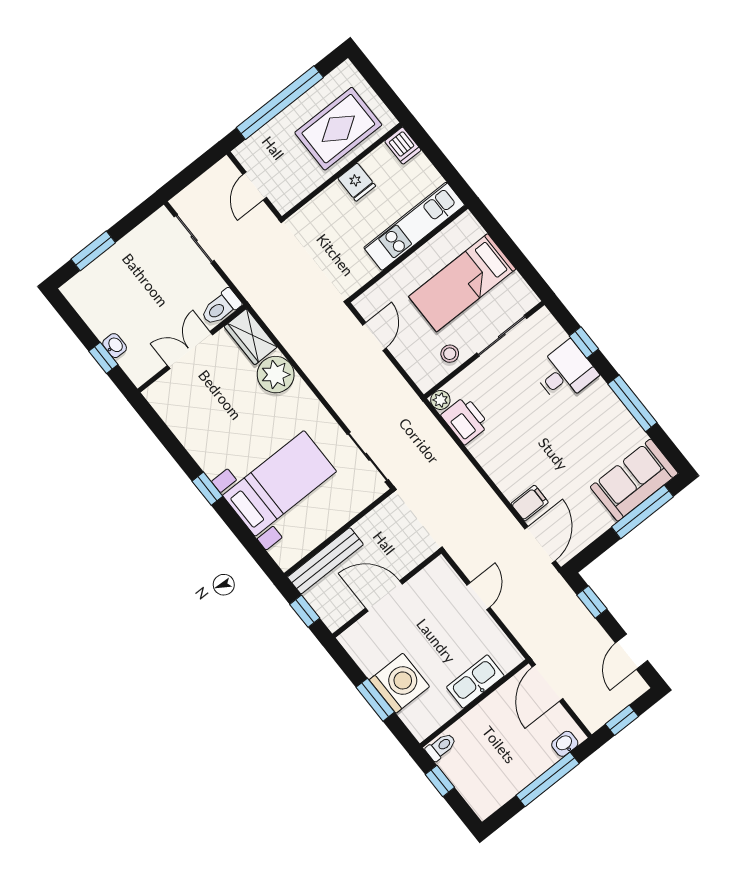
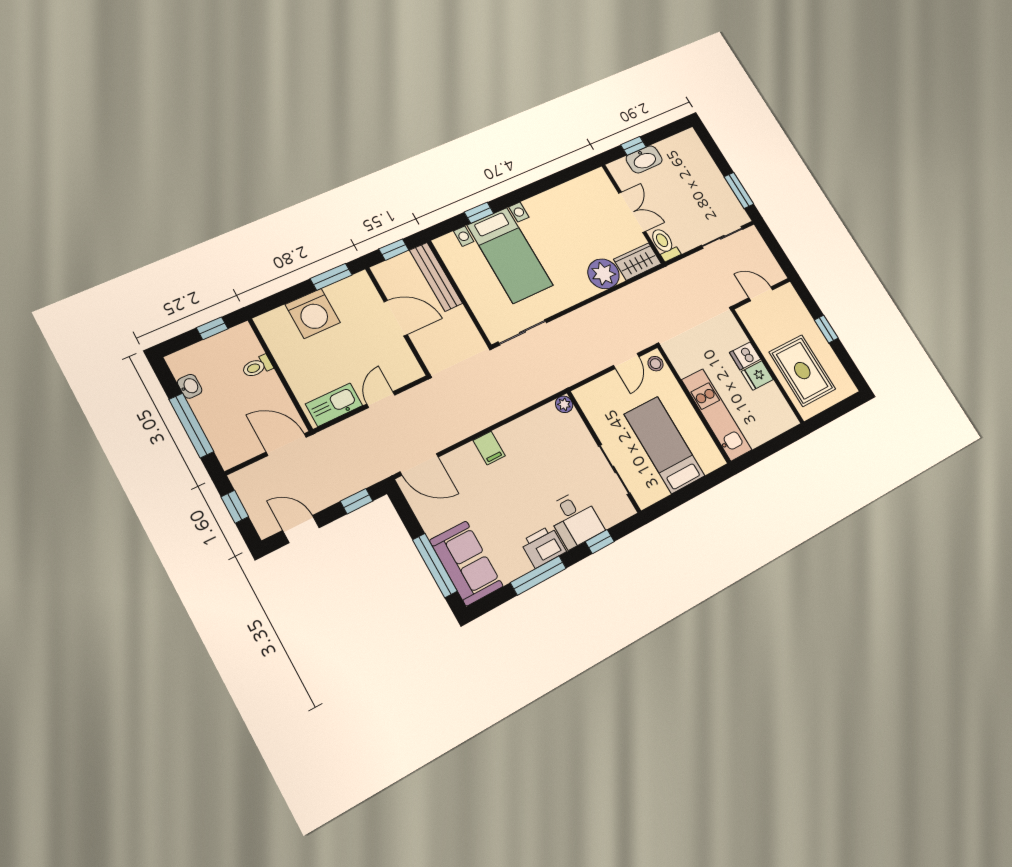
window: (280, 103) -> (826, 329), width x0.32
dishwasher: (403, 146) -> (745, 356), moved
window: (93, 251) -> (739, 190), moved
door: (374, 336) -> (626, 361), hinge flipped
washbasin: (115, 346) -> (644, 159), width x1.91, depth x1.45
stool: (450, 354) -> (655, 364), moved
printer: (465, 420) -> (543, 547), moved, turned 180
window: (207, 489) -> (479, 213), moved
filing cabinet: (530, 503) -> (489, 448), moved
door: (384, 596) -> (396, 318), hinge flipped
door: (478, 596) -> (381, 400), swing flipped
kitchen sink: (475, 681) -> (334, 405), moved, turned -90
window: (375, 700) -> (331, 277), moved
washbasin: (565, 744) -> (190, 386), moved
toilet: (441, 747) -> (257, 367), moved, turned 90

